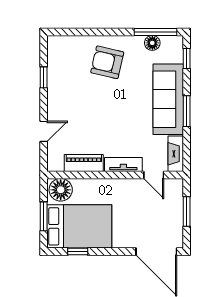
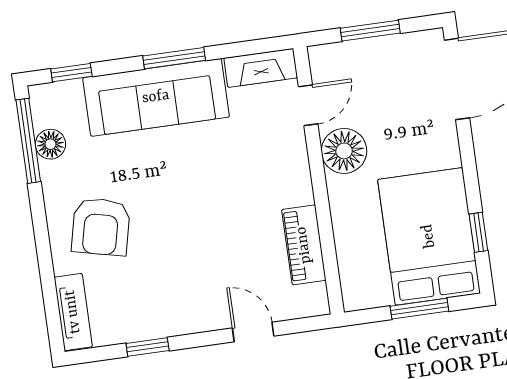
tv unit: (123, 164) -> (73, 312), moved, turned 180
floor lamp: (61, 190) -> (344, 151), moved

